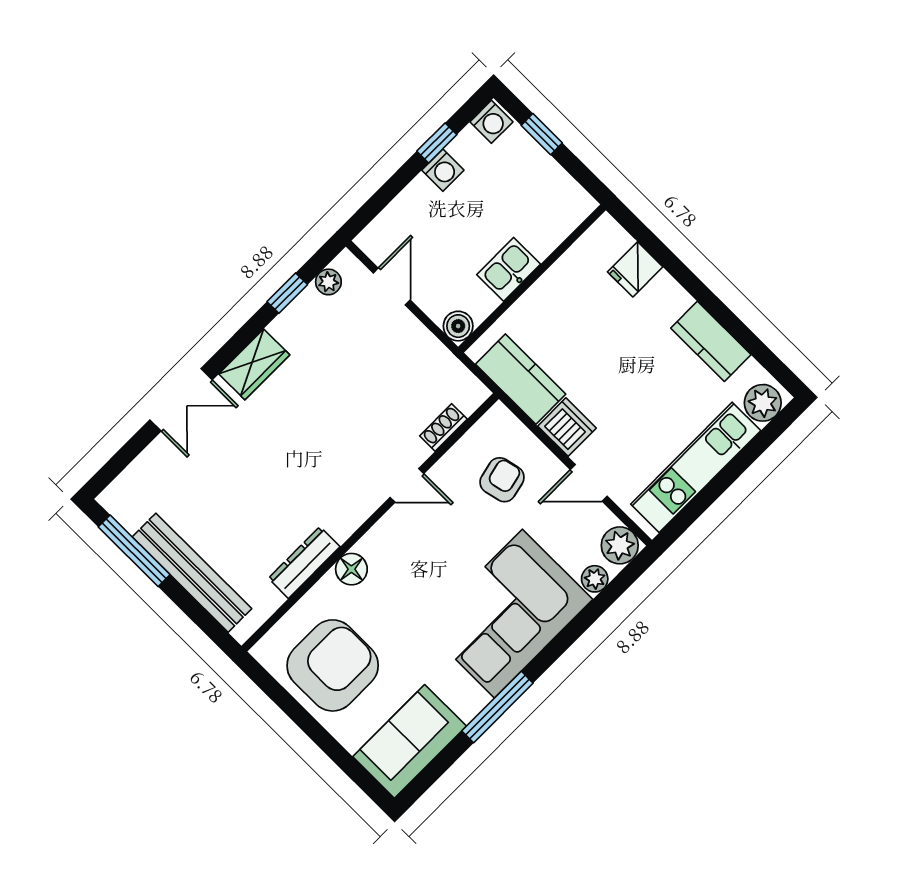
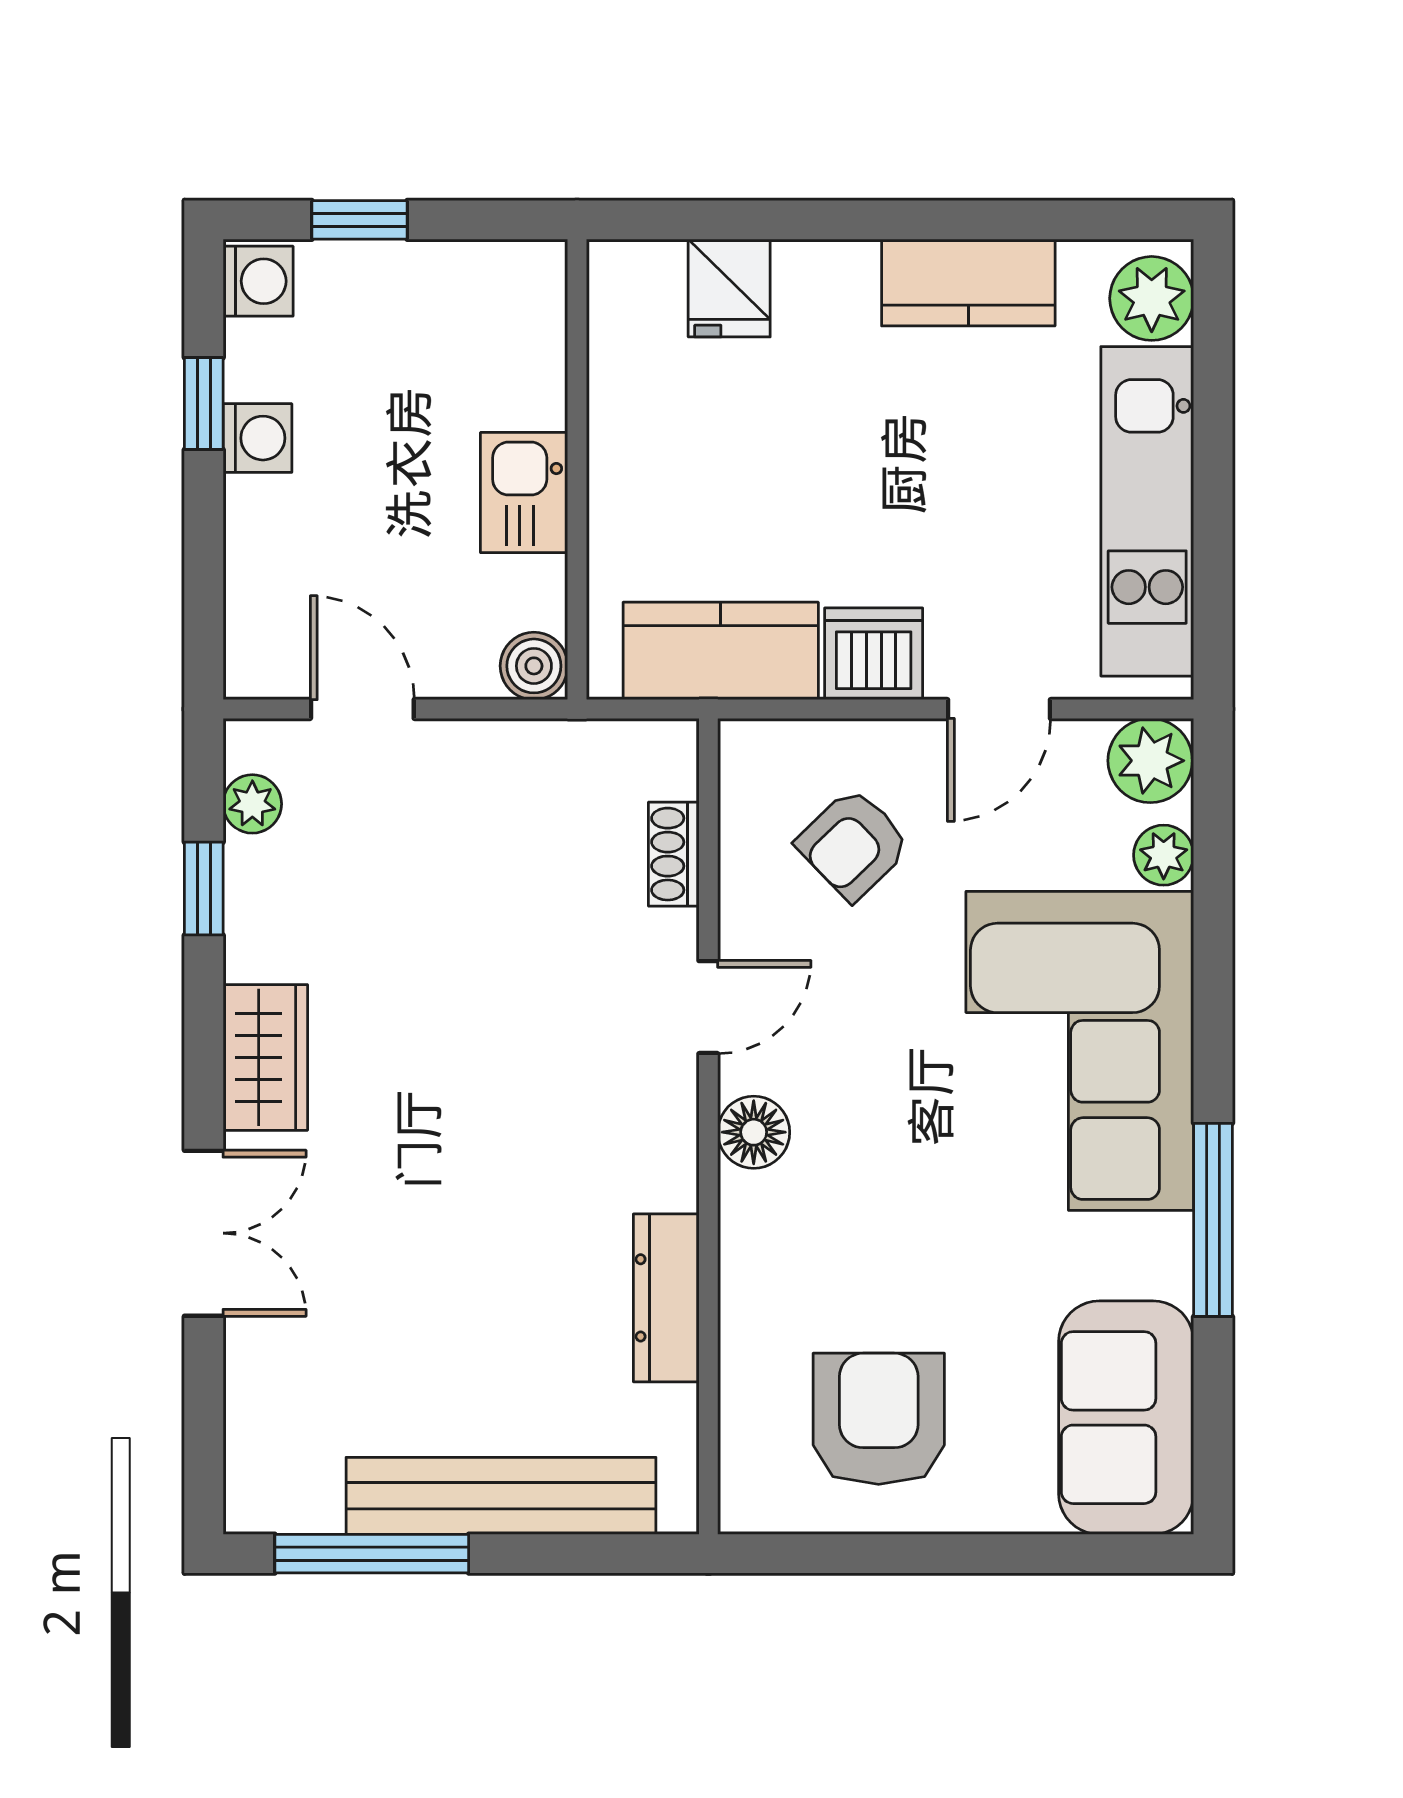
armchair: (502, 480) -> (853, 844), turned -121
floor lamp: (351, 569) -> (754, 1132), moved
armchair: (333, 665) -> (879, 1419), width x0.73, depth x0.73

